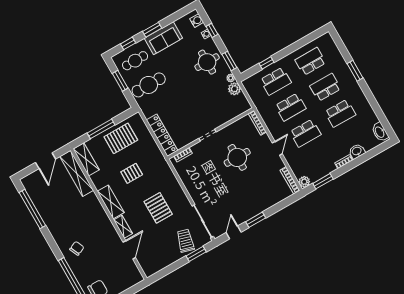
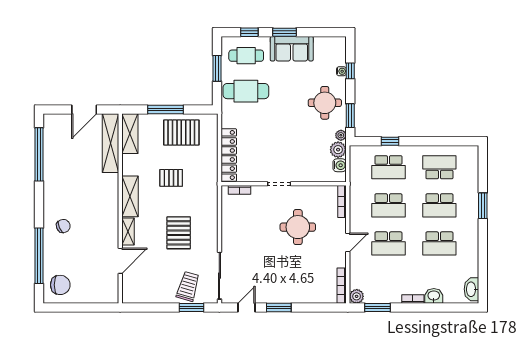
water cooler: (197, 21) -> (340, 165), moved
school desk: (325, 87) -> (439, 205), turned 180

